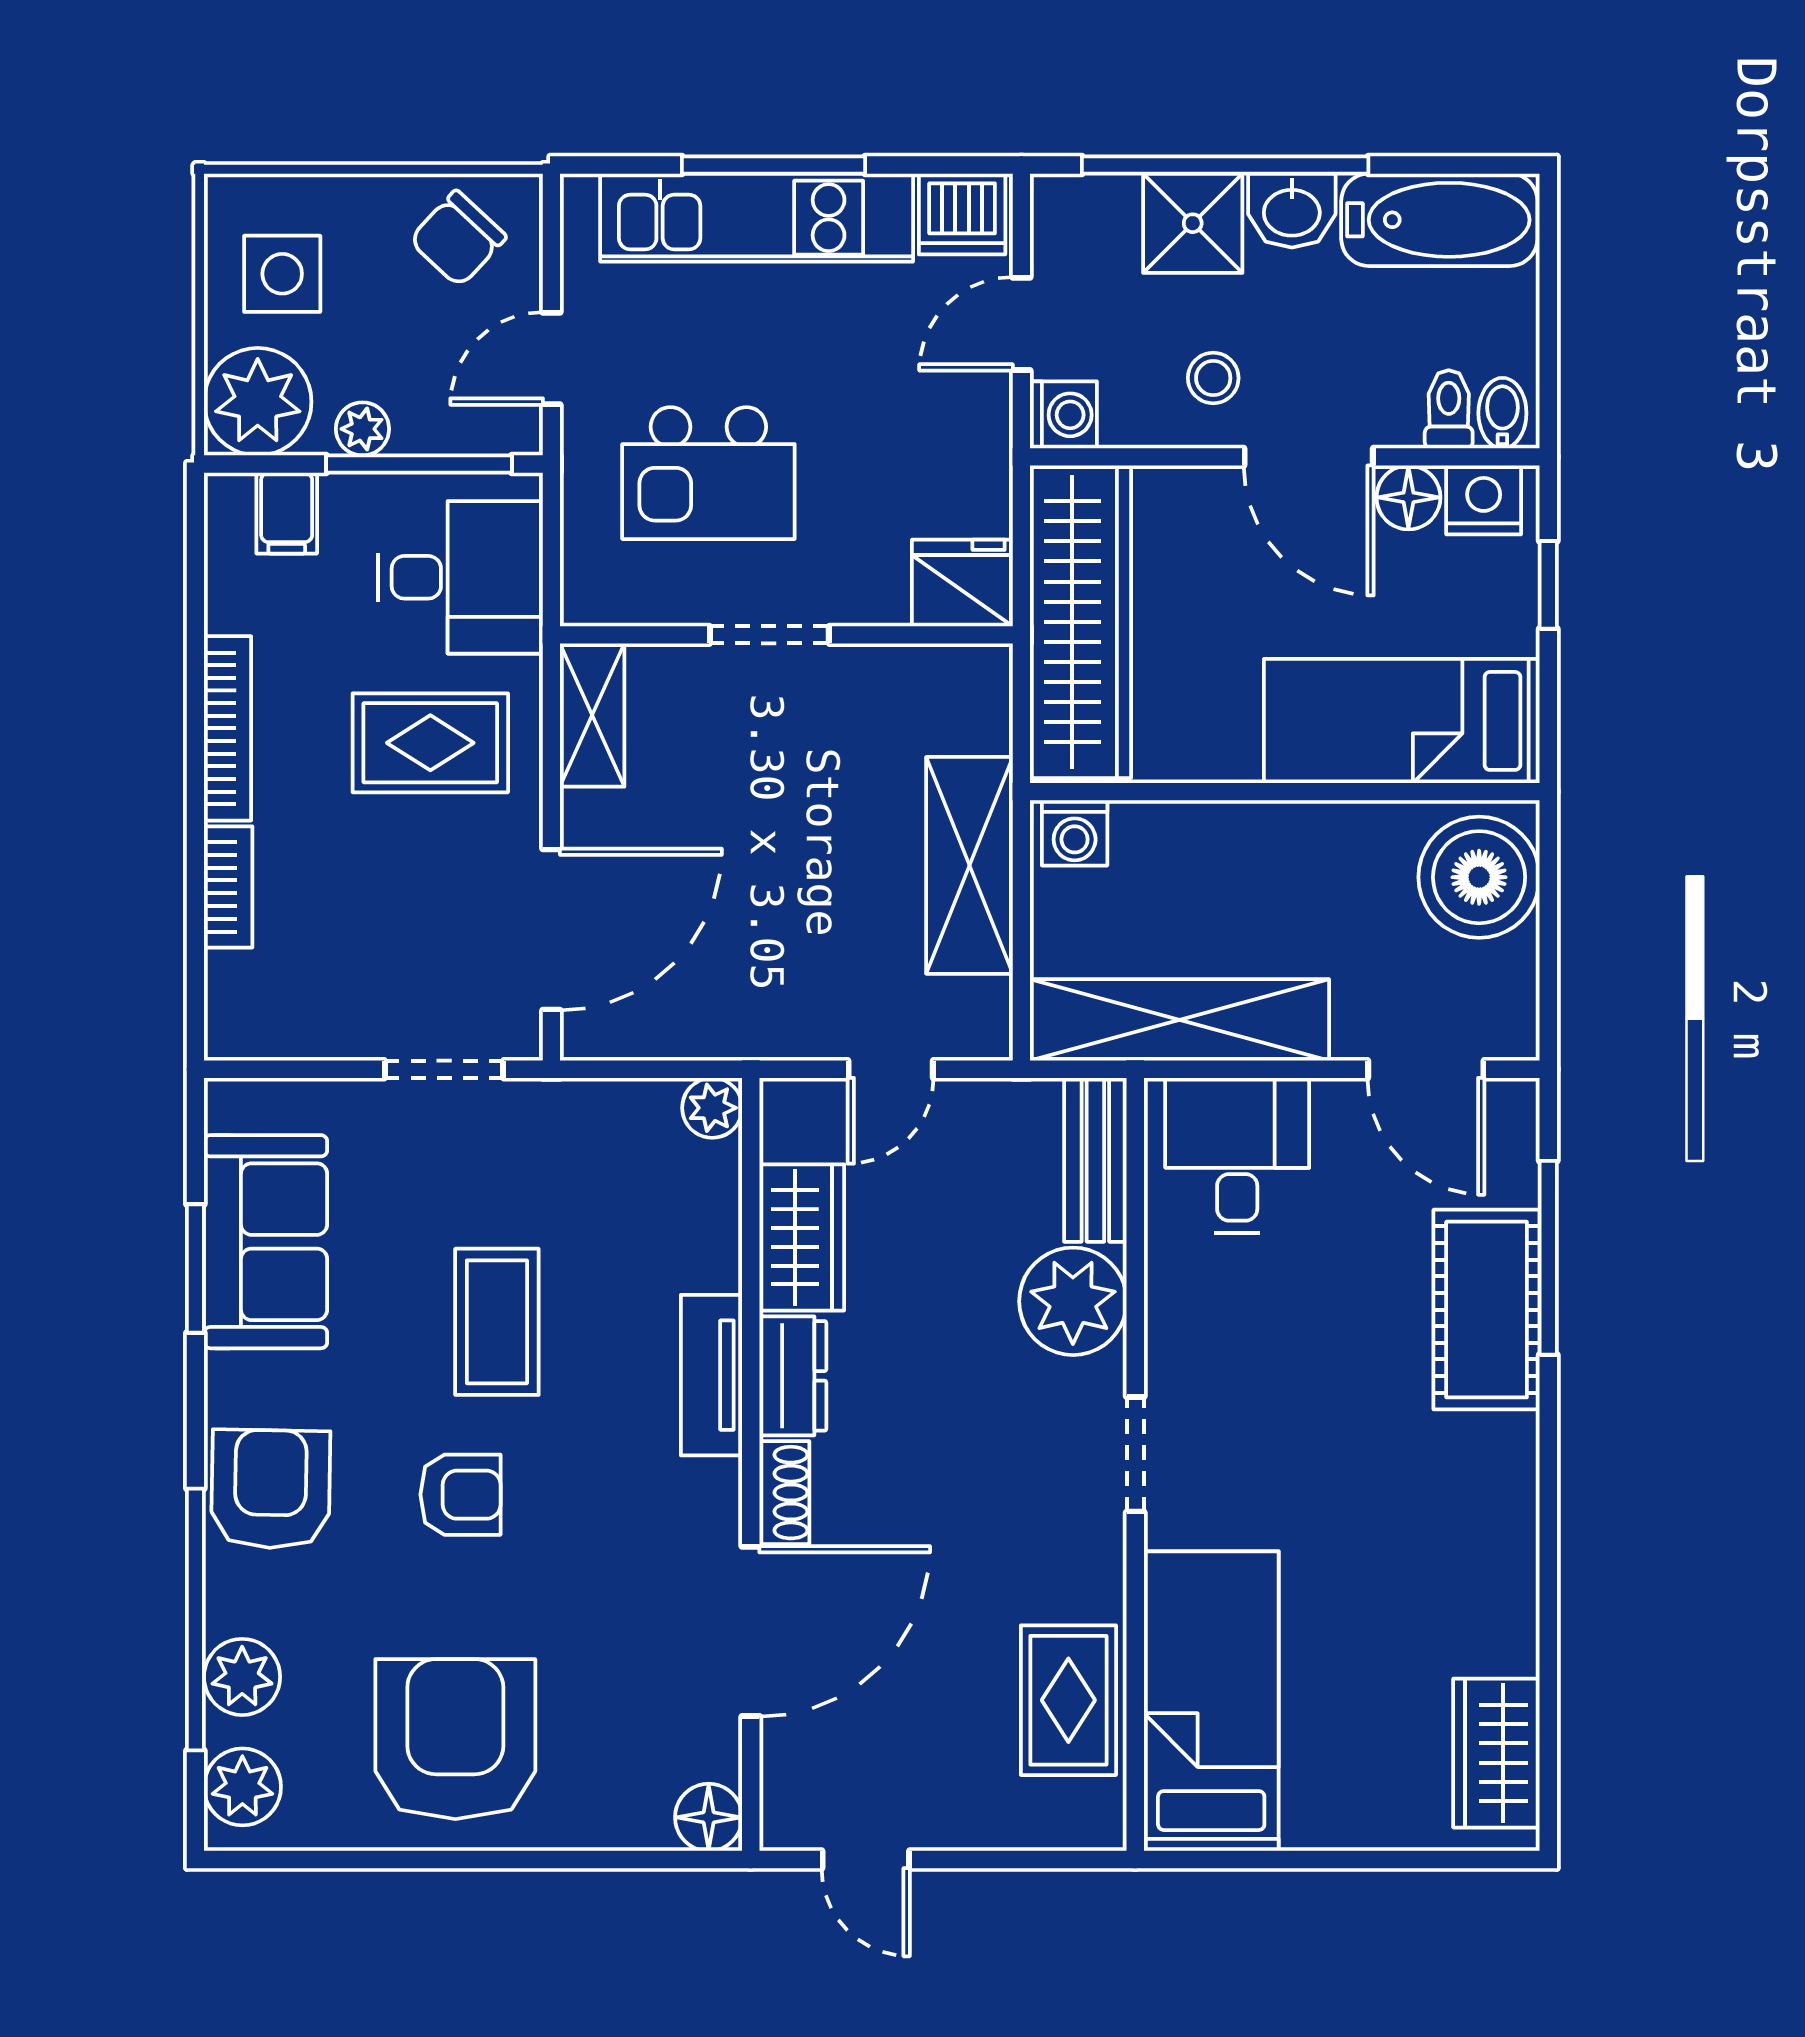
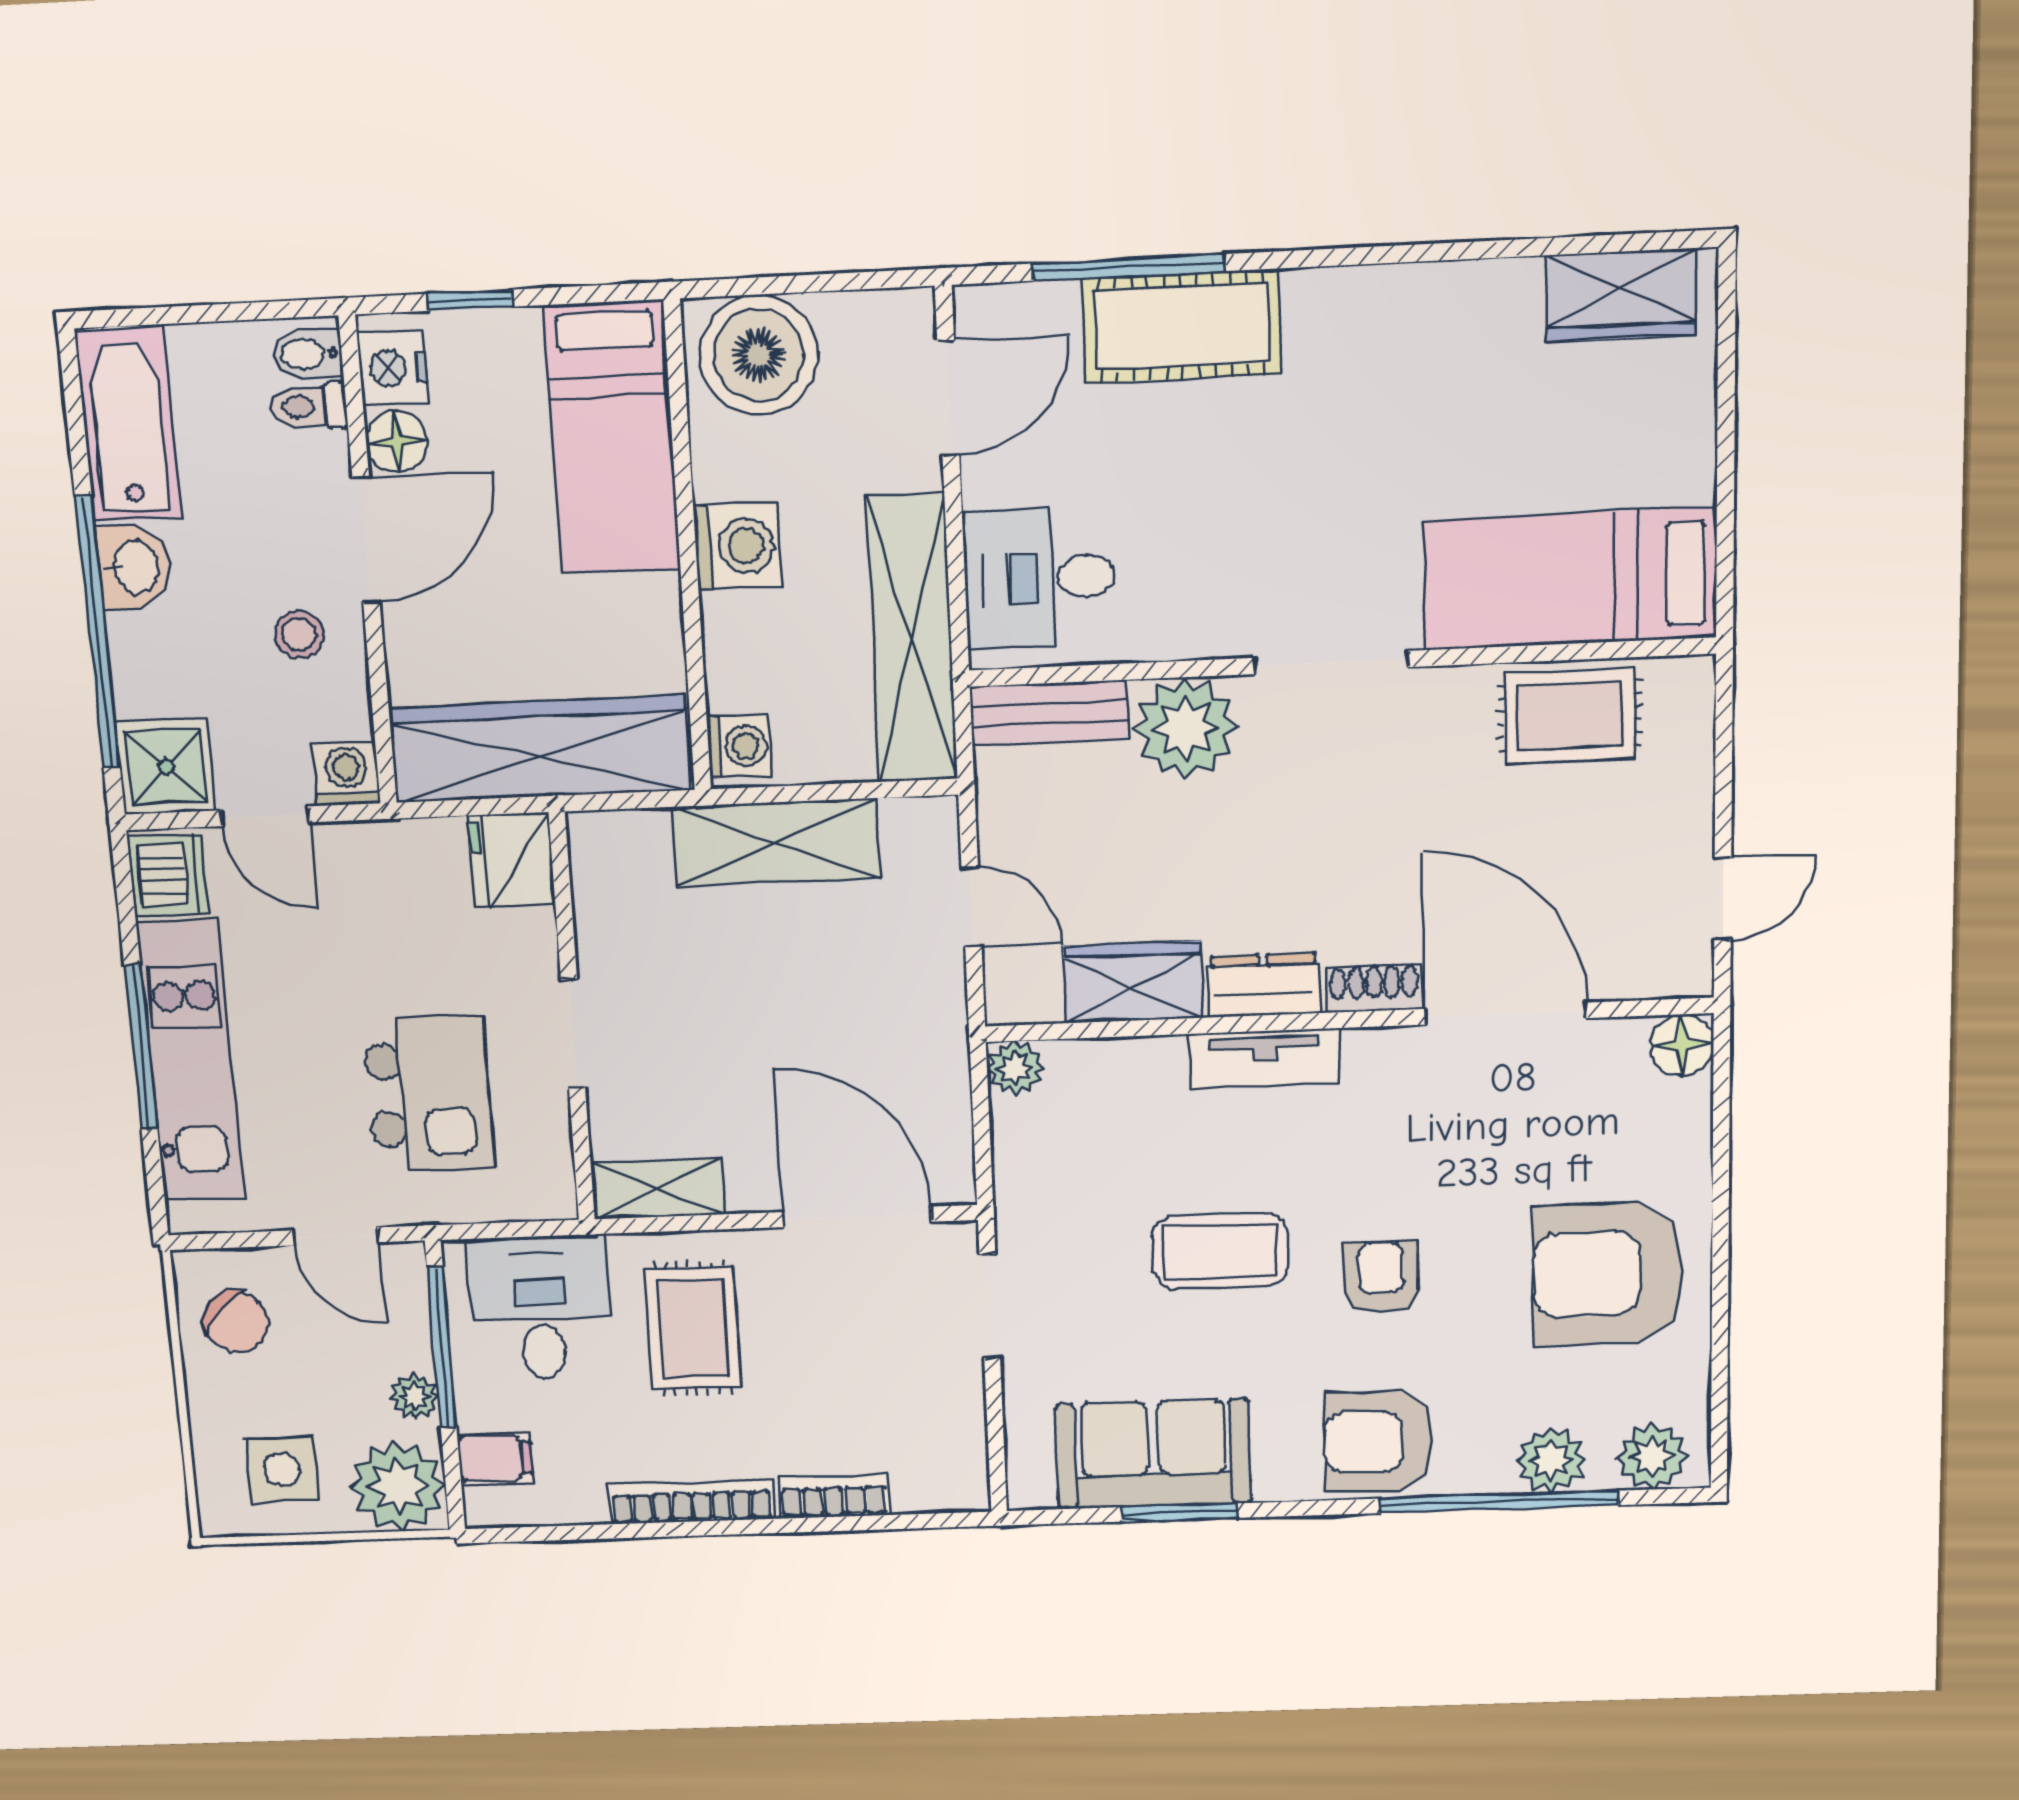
shower: (1193, 223) -> (166, 766), moved
washing machine: (1285, 844) -> (738, 546), added
doorway: (1135, 1454) -> (1331, 663), width x1.38

